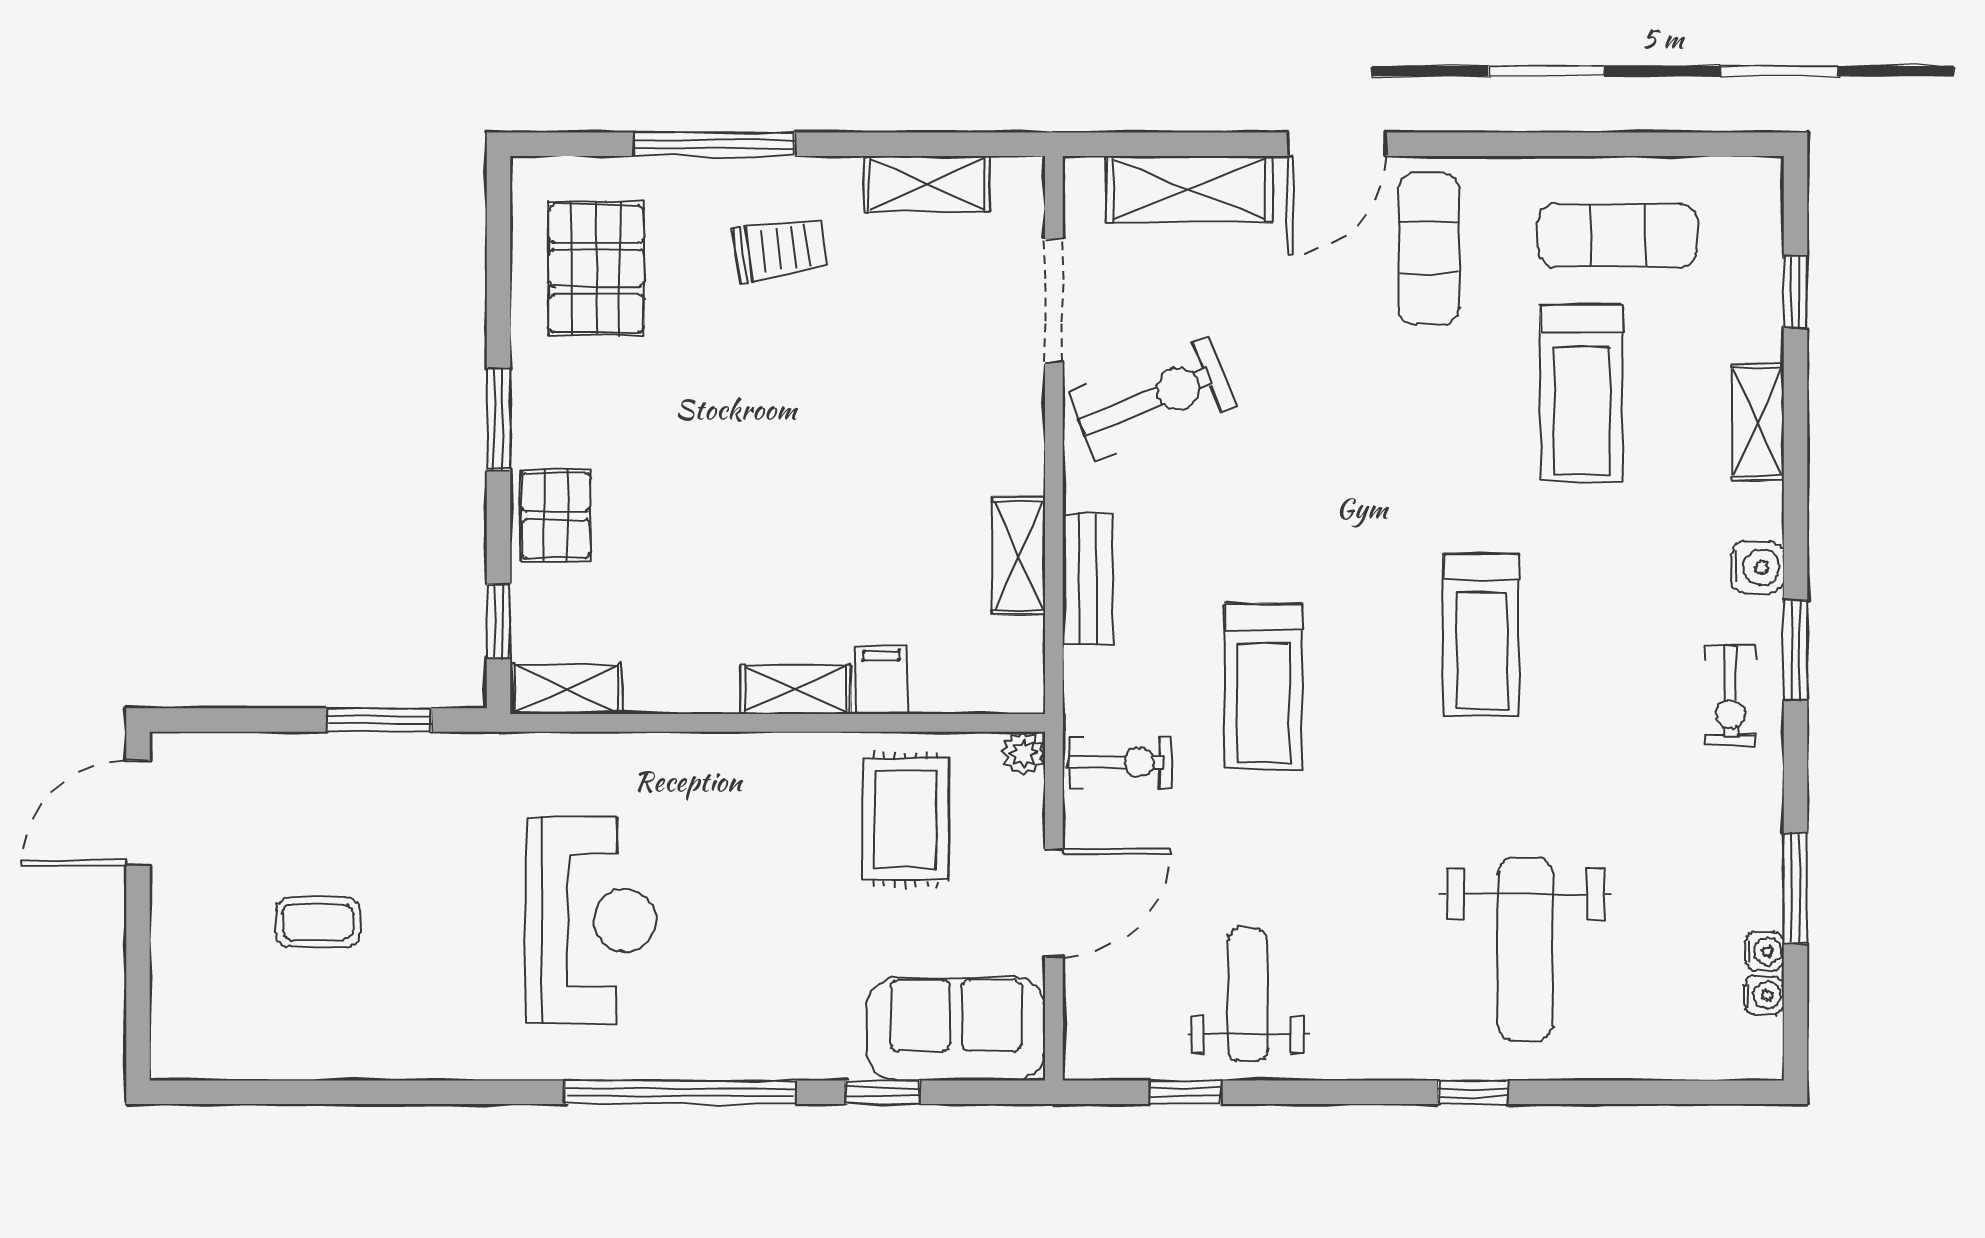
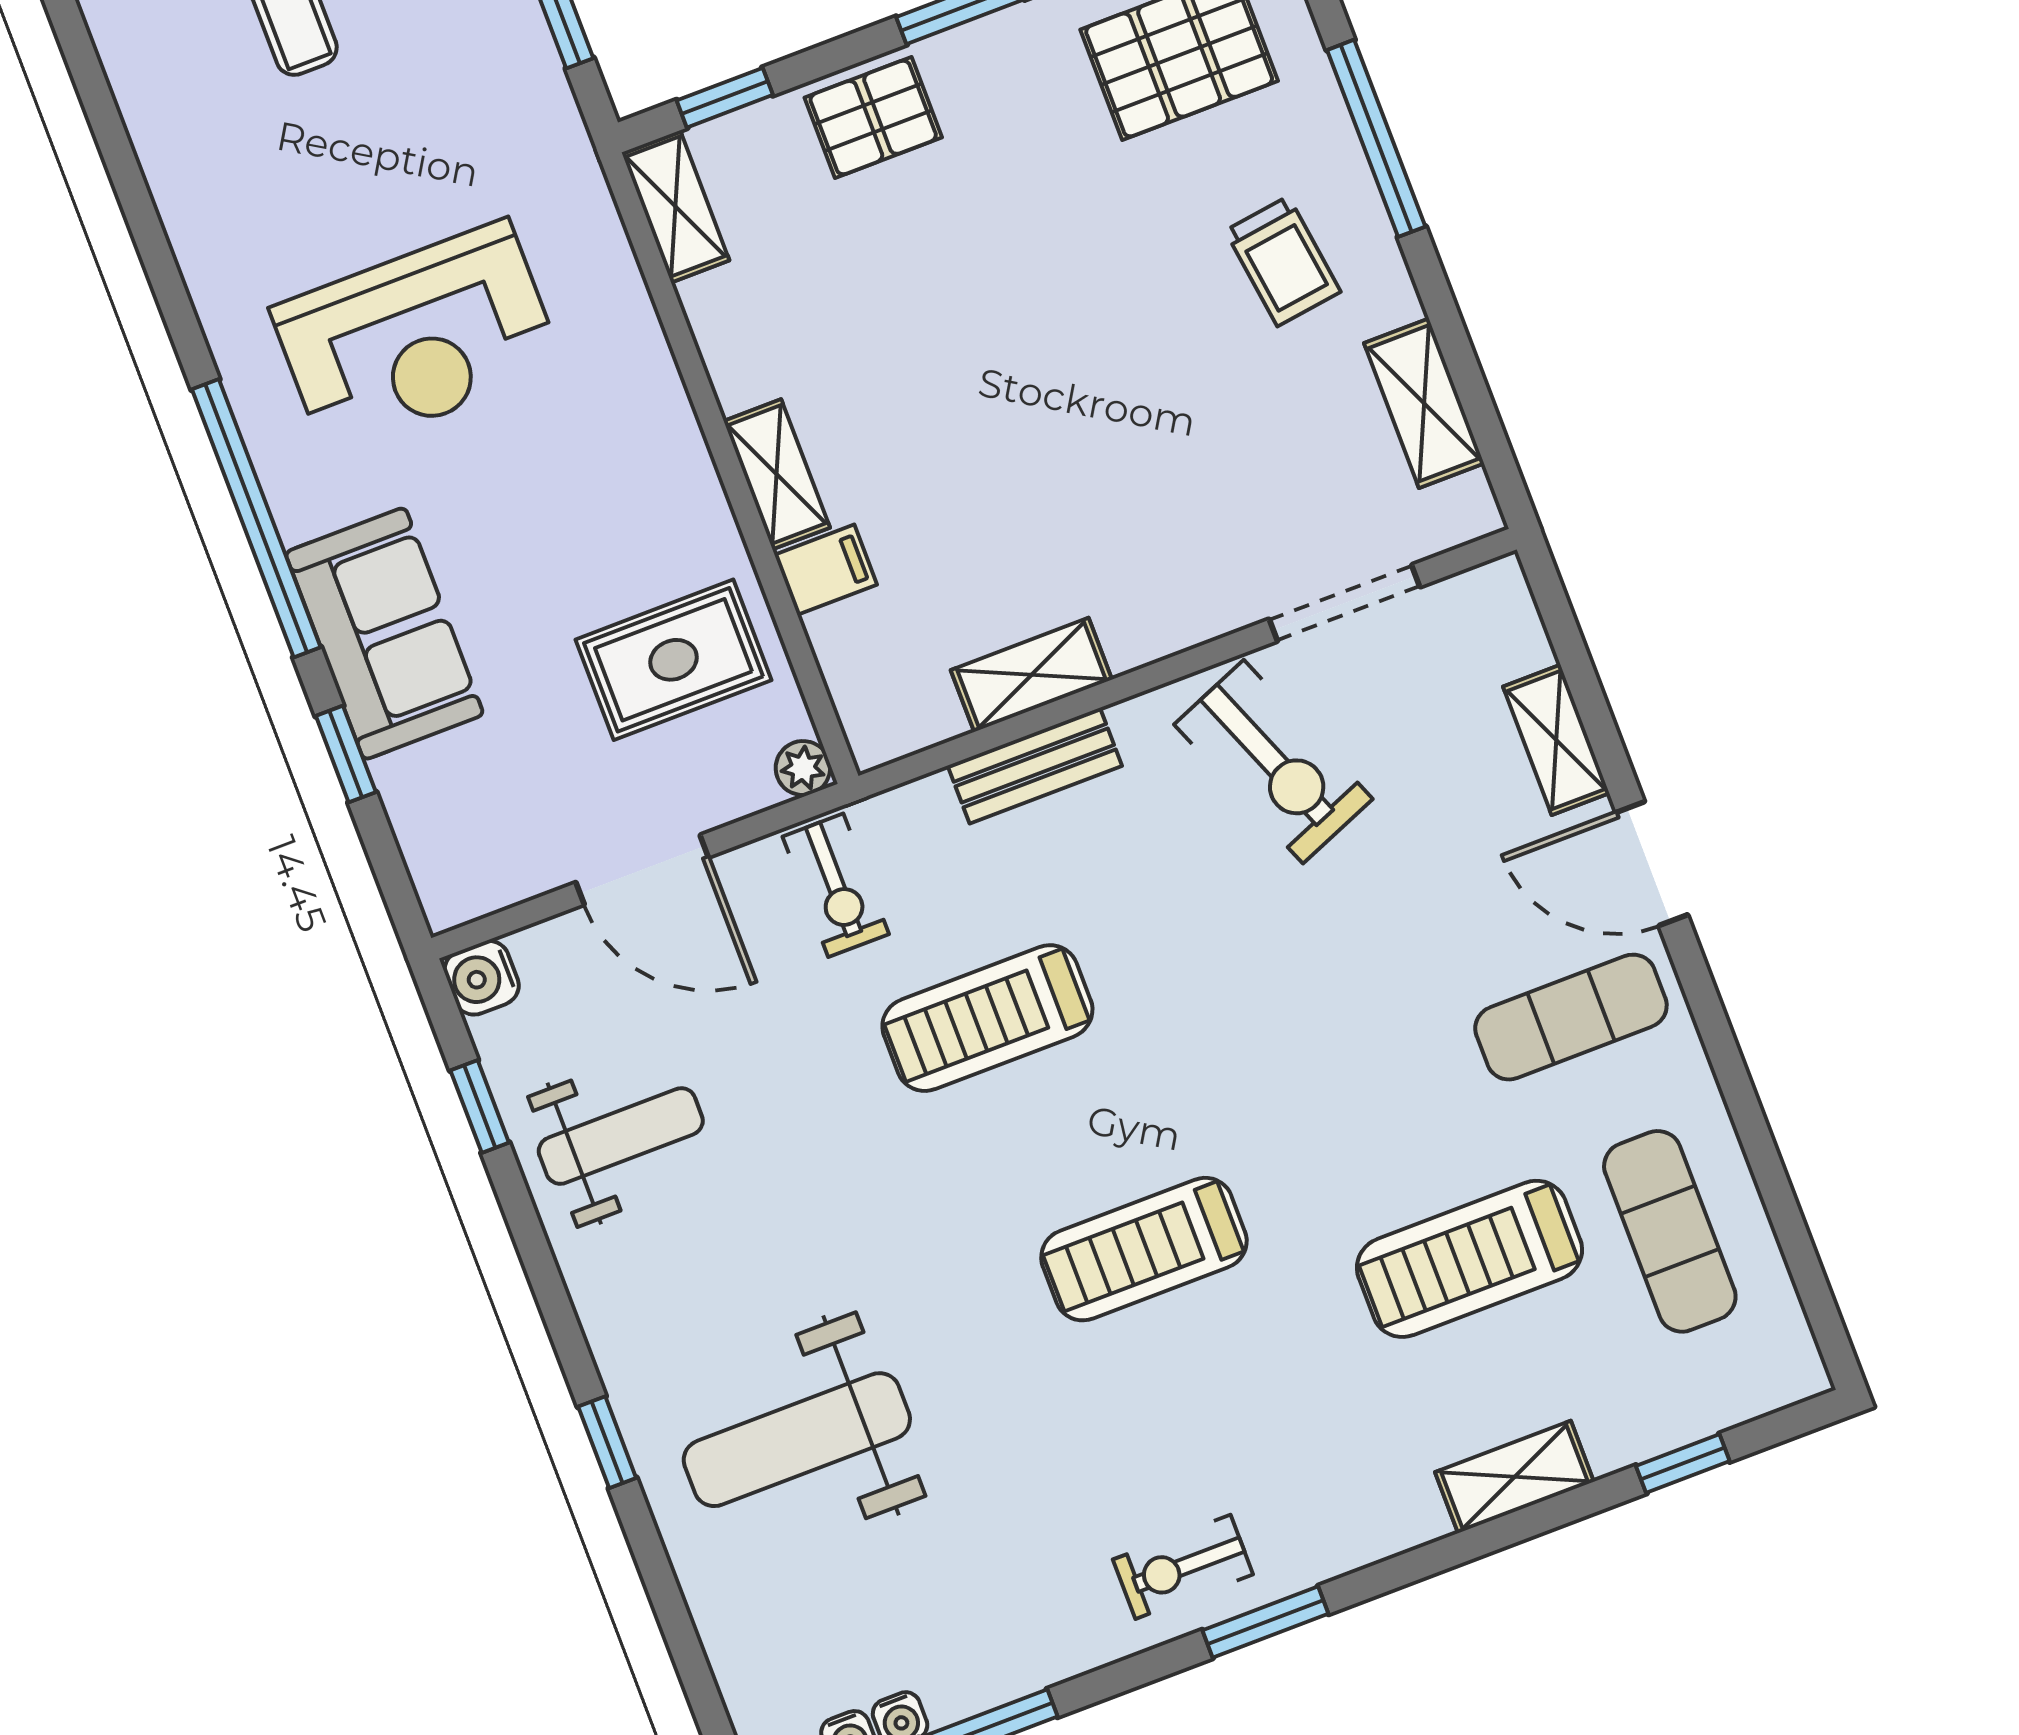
shelving: (1189, 189) -> (1556, 740), width x0.67, depth x0.75
water cooler: (1757, 567) -> (482, 978), moved, turned 90
sofa: (956, 1029) -> (384, 634), moved

